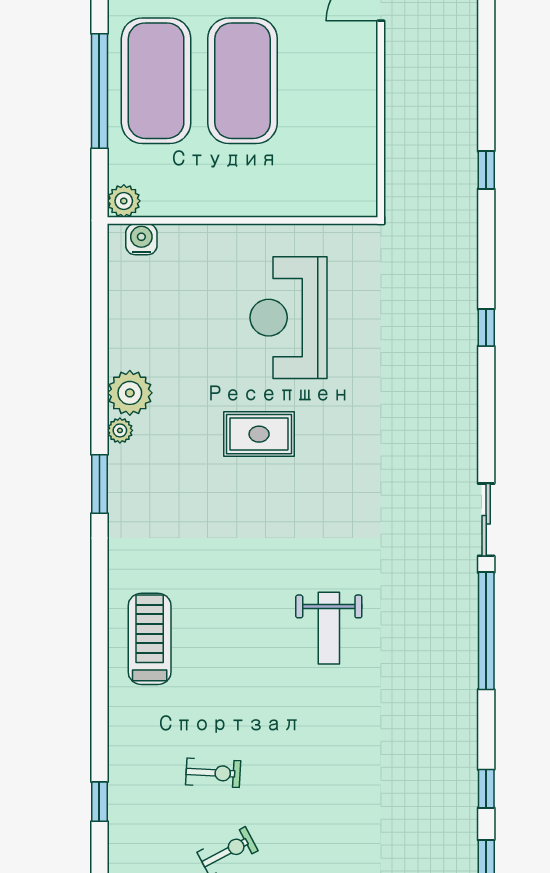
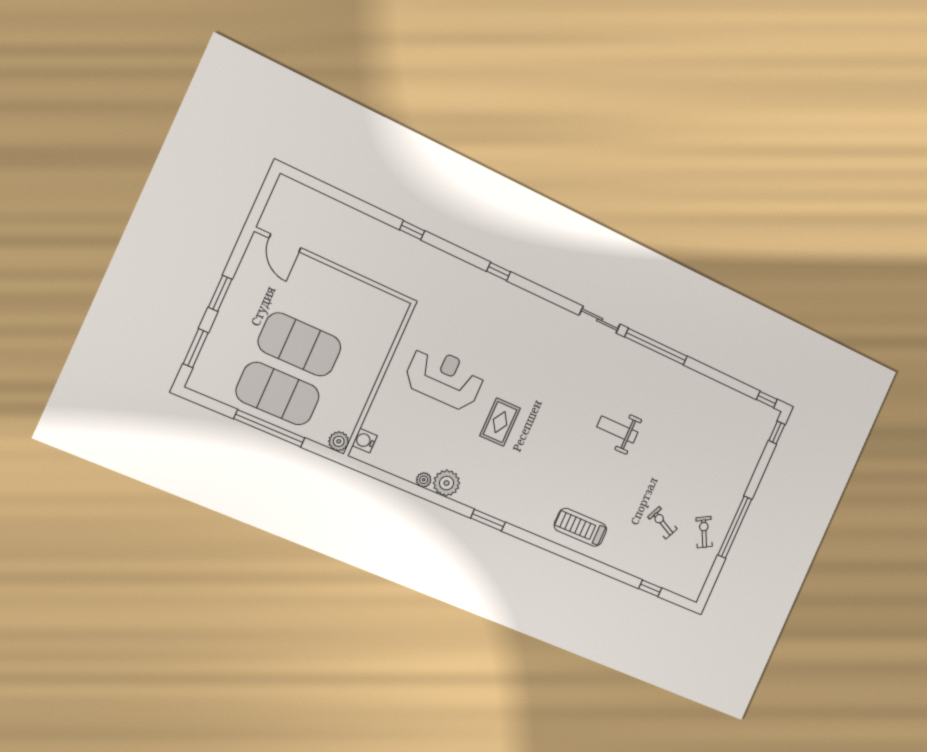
reception desk: (289, 318) -> (445, 378), turned 180
plant: (120, 430) -> (424, 480), moved
weight bench: (329, 628) -> (617, 430), turned 180
exercise bike: (213, 773) -> (662, 523), turned -67
window: (486, 789) -> (734, 384), removed

